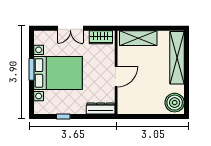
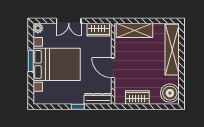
plant: (39, 36) -> (38, 28), added
door: (116, 77) -> (113, 68), swing flipped
wardrobe: (141, 107) -> (137, 97), added
window: (63, 117) -> (78, 107), moved

